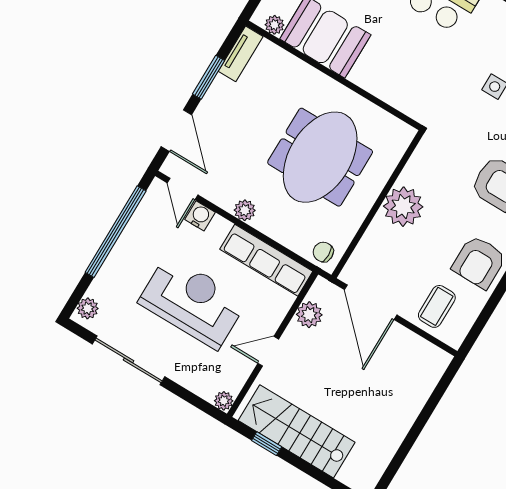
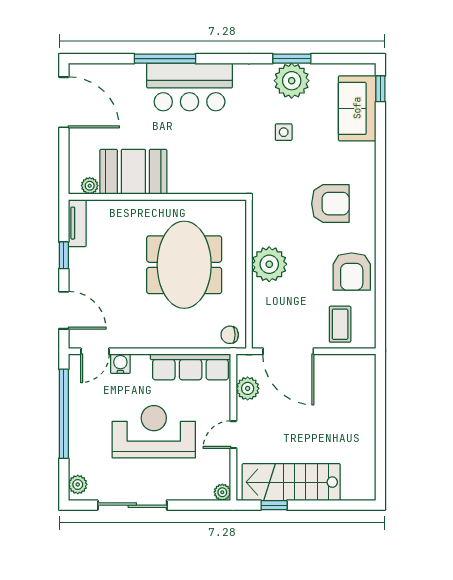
window: (209, 77) -> (64, 255), width x0.67
door: (183, 189) -> (95, 351), hinge flipped
plant: (245, 210) -> (151, 339), removed

